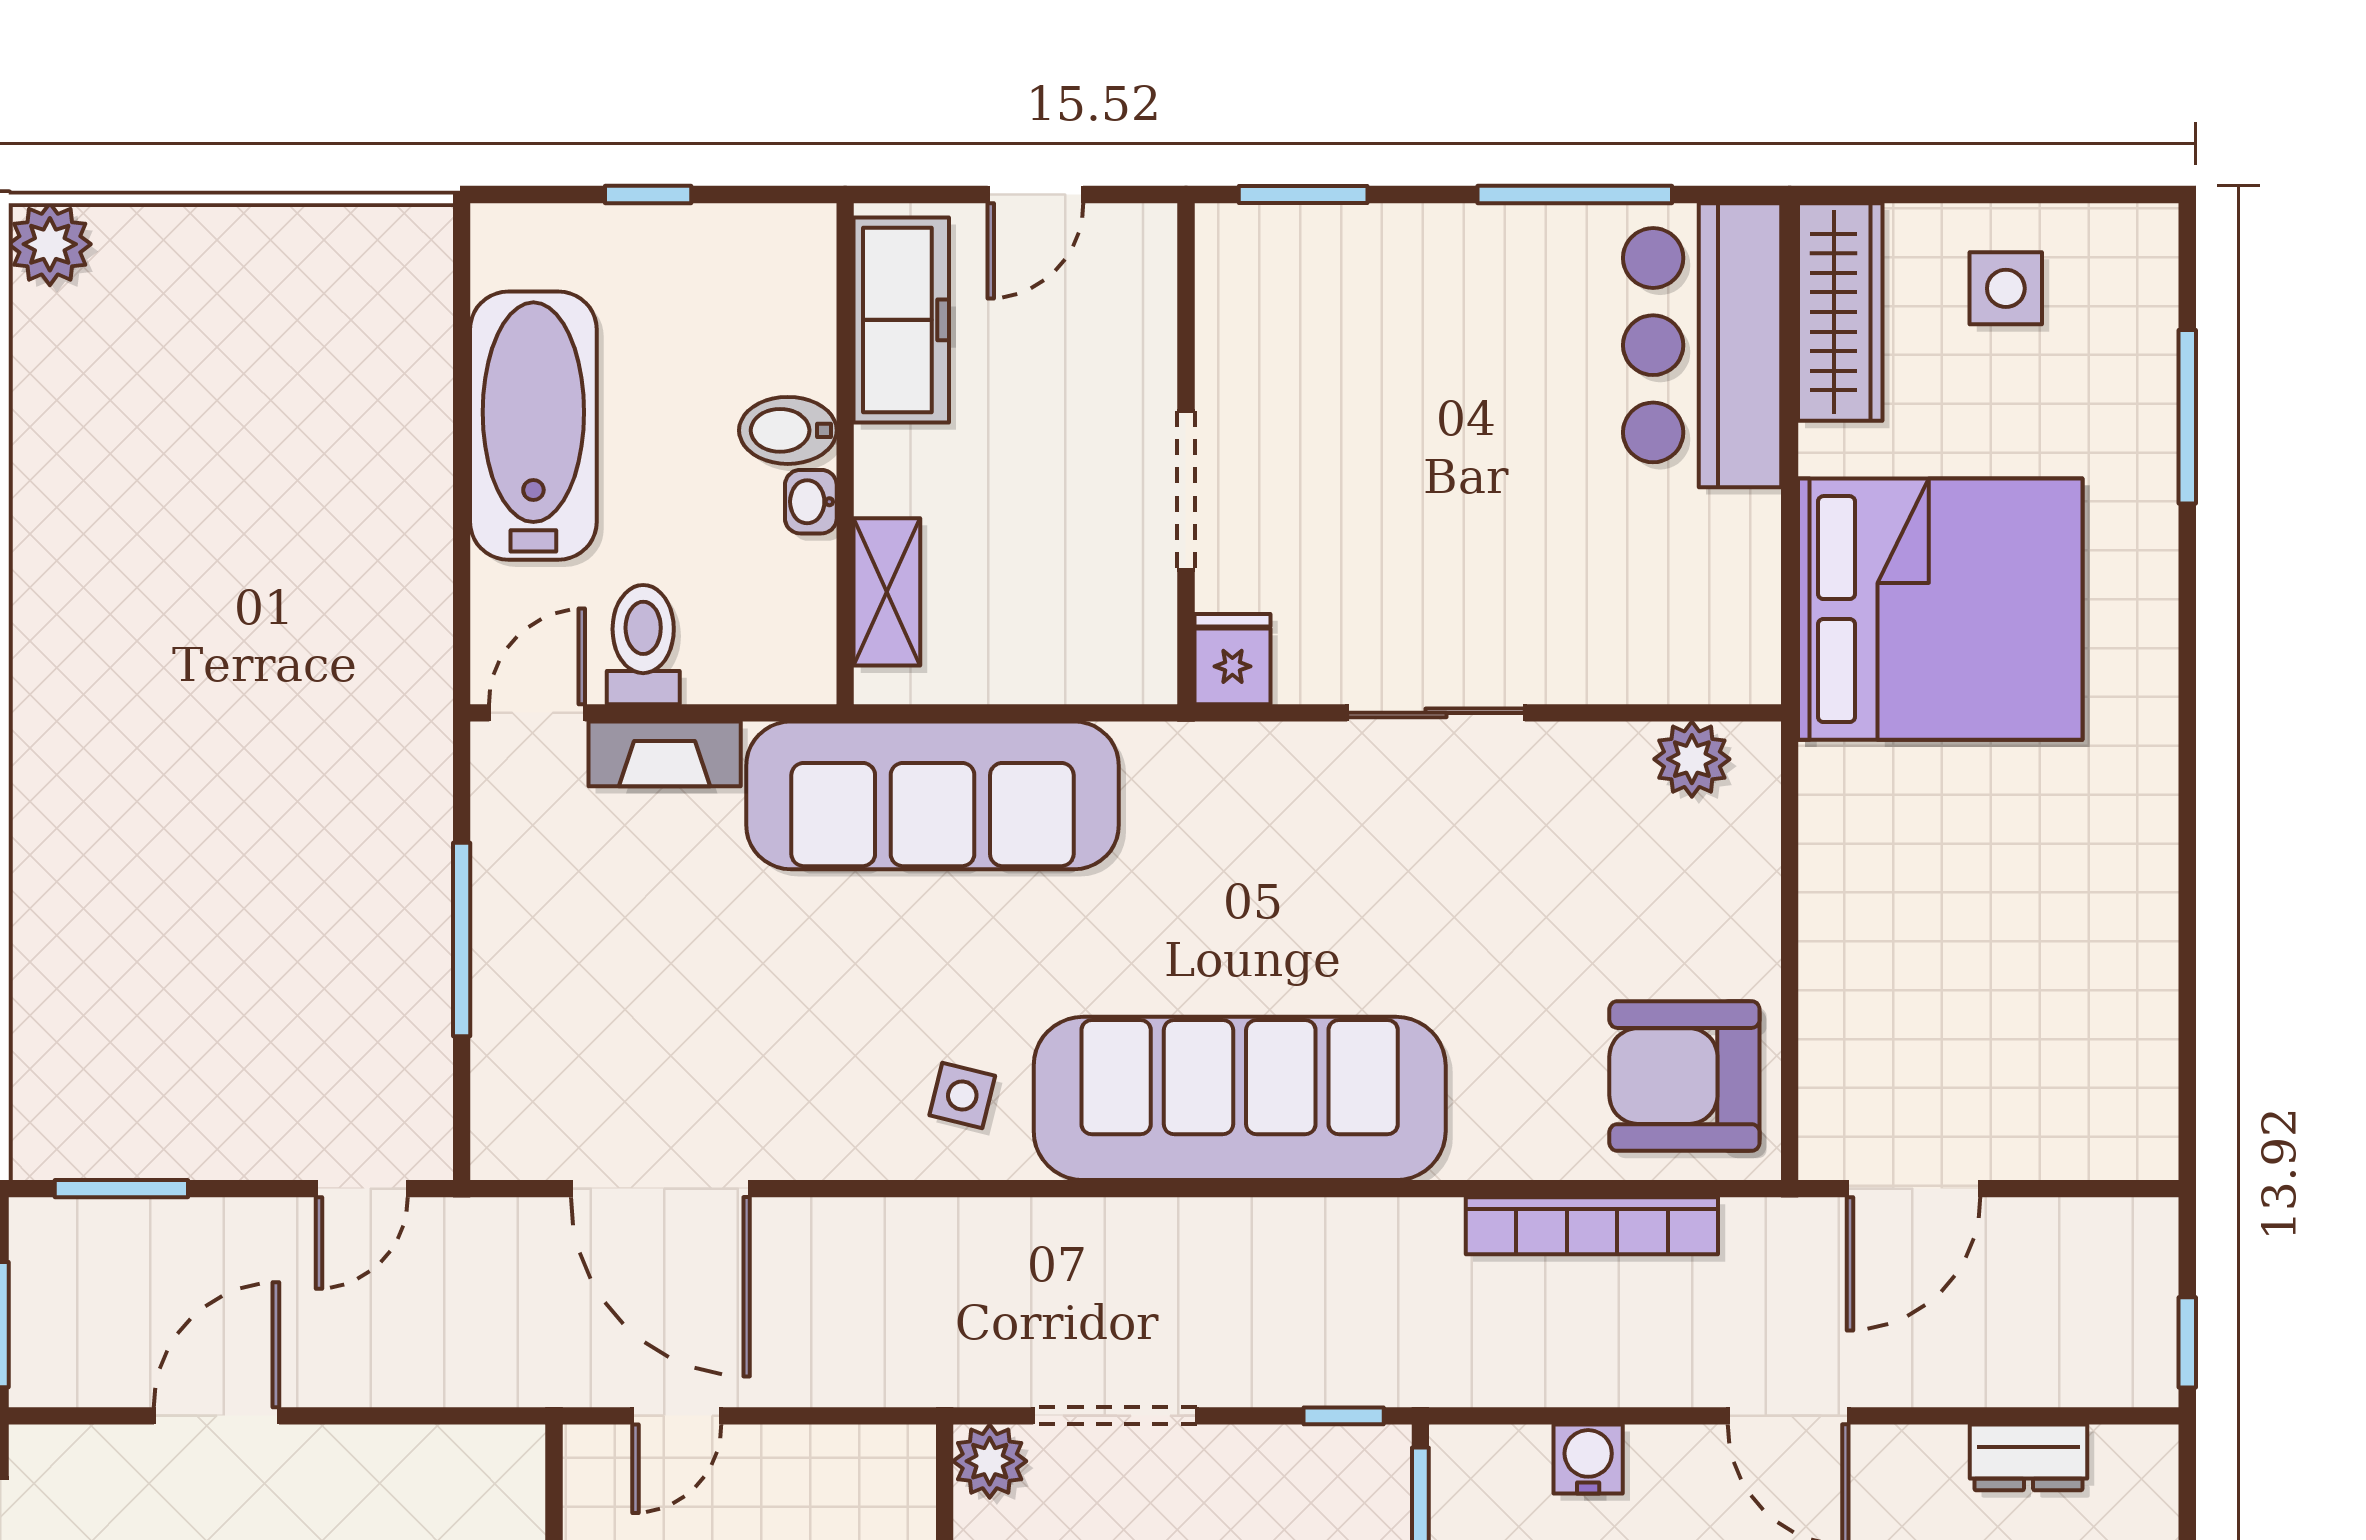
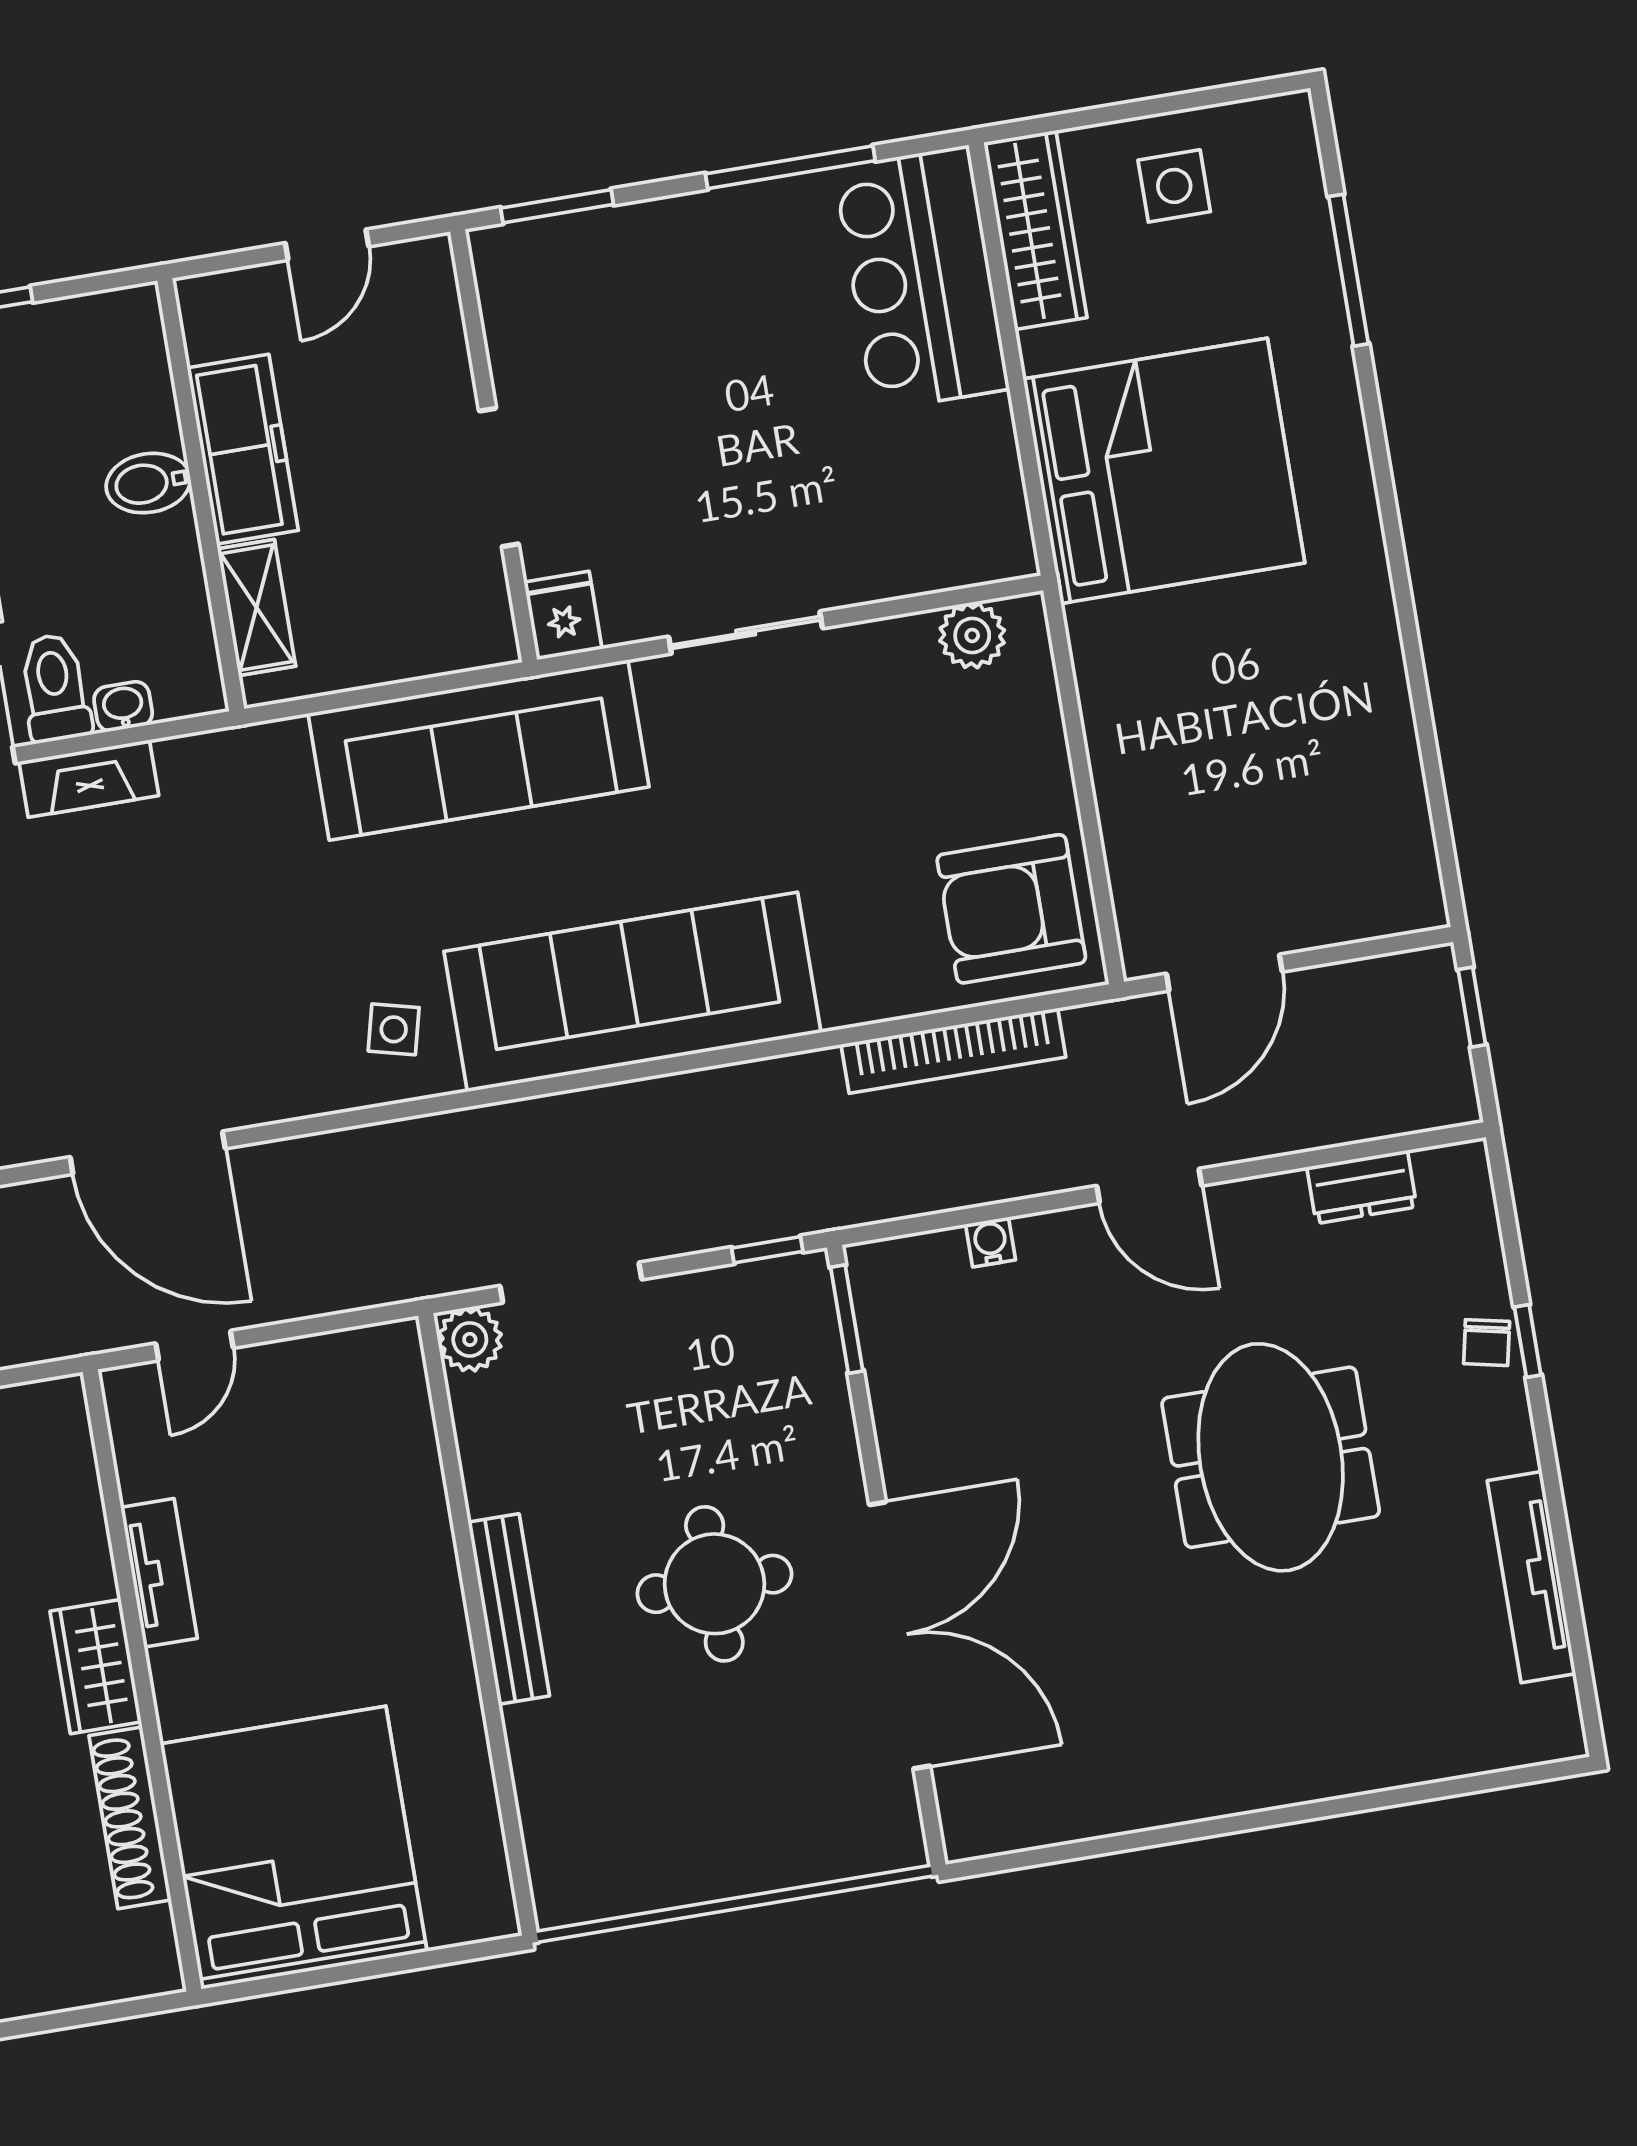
freezer: (901, 320) -> (243, 449), moved
washbasin: (811, 502) -> (123, 706), moved, turned 90
sofa: (933, 795) -> (479, 750), moved
window: (2187, 1342) -> (1472, 1007), moved
water cooler: (1588, 1459) -> (991, 1242), width x0.72, depth x0.72

